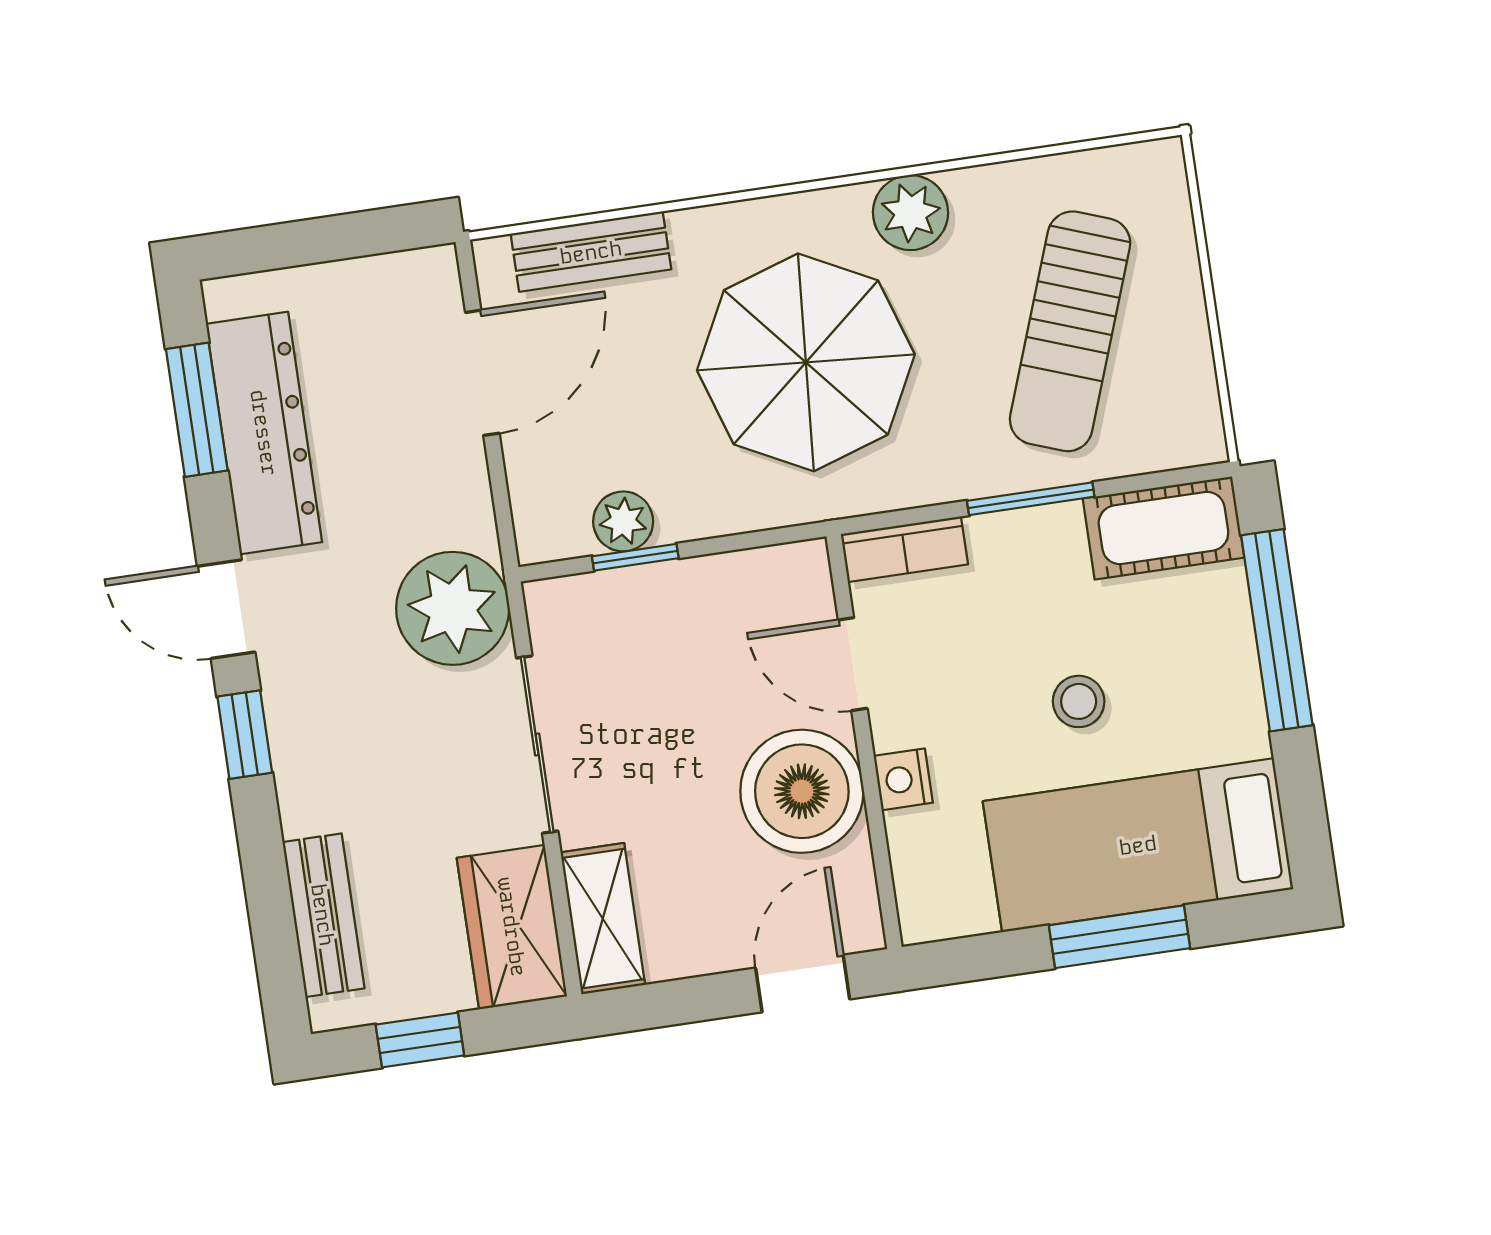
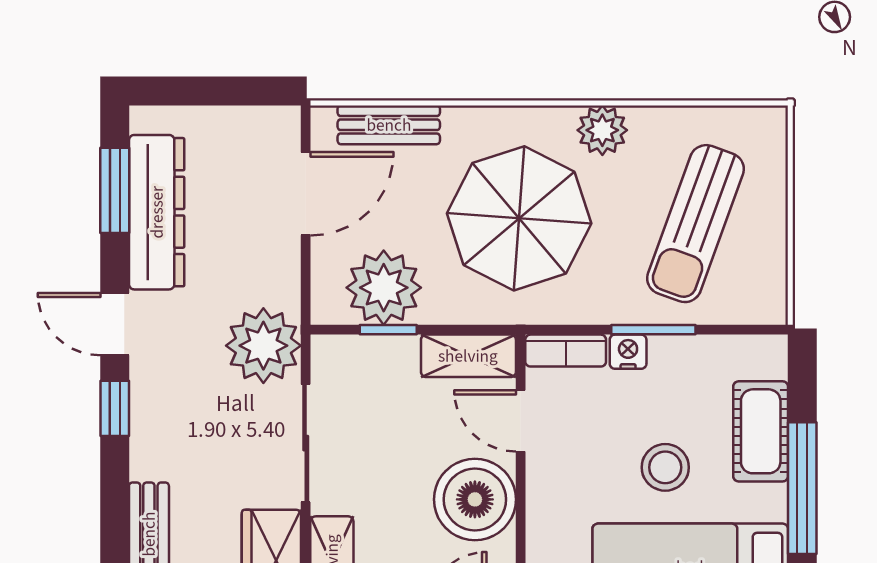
plant: (623, 521) -> (384, 288), width x1.87, depth x1.87
cot: (1163, 528) -> (761, 431), moved, turned 90
shelving: (761, 578) -> (468, 356), added
window: (1277, 630) -> (802, 488), moved
stool: (1079, 701) -> (665, 467), width x1.37, depth x1.37
nightstand: (903, 779) -> (628, 352), moved, turned 90

